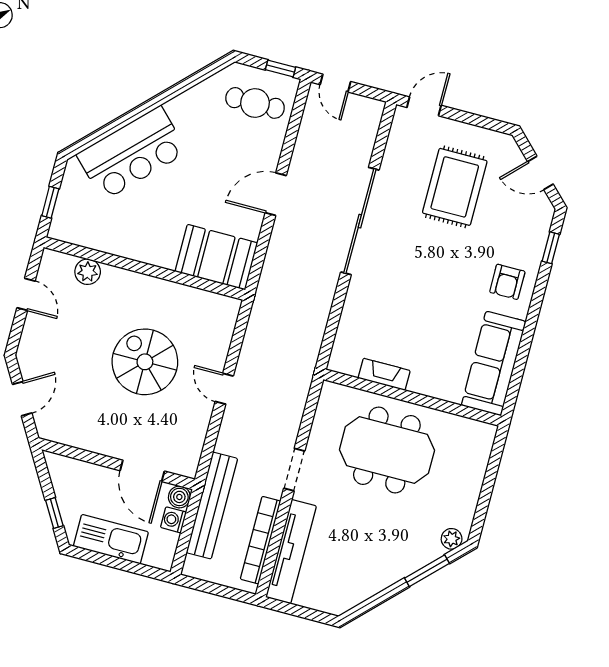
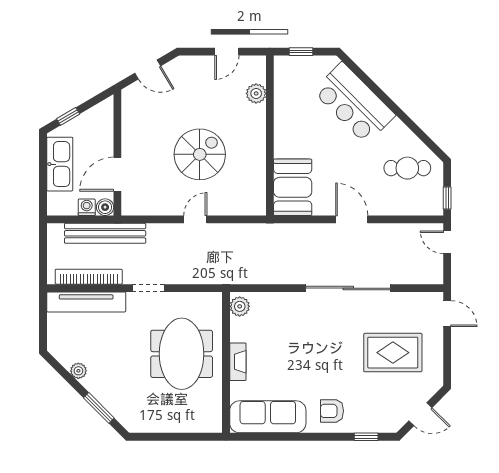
door: (335, 83) -> (447, 242), hinge flipped
cafe table: (255, 103) -> (407, 168), moved, turned 90
door: (540, 173) -> (420, 414), swing flipped
plant: (347, 362) -> (240, 306), added
fireplace: (384, 374) -> (238, 362), moved
plant: (452, 539) -> (78, 371), moved

